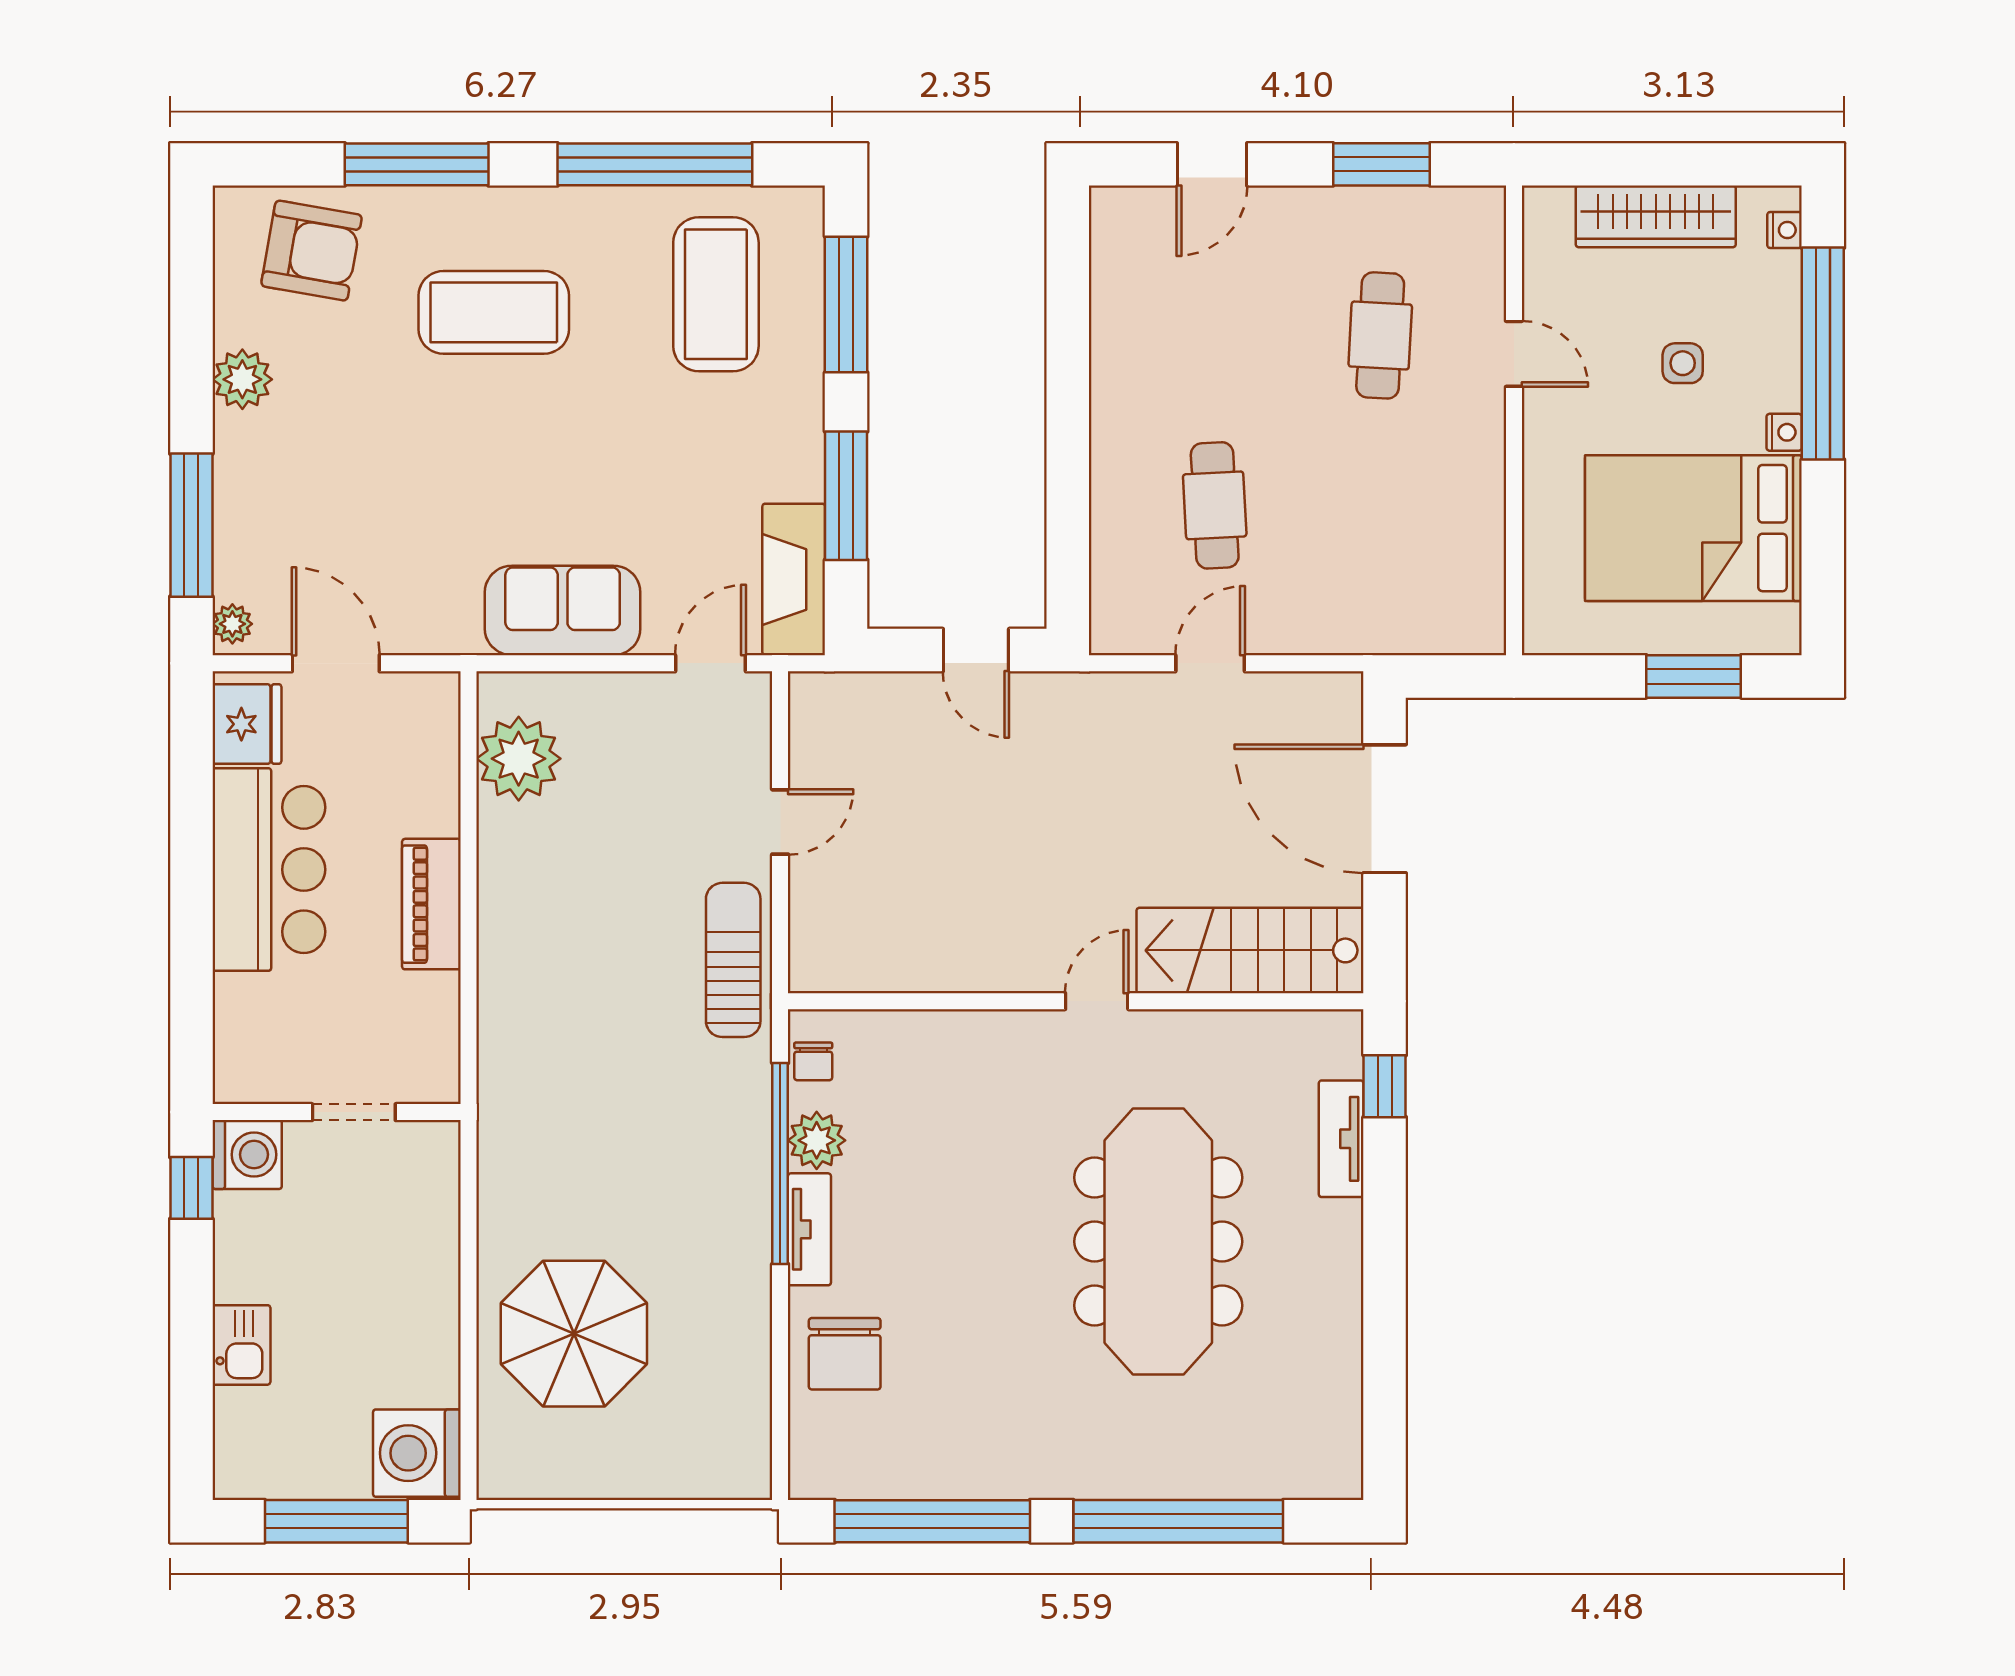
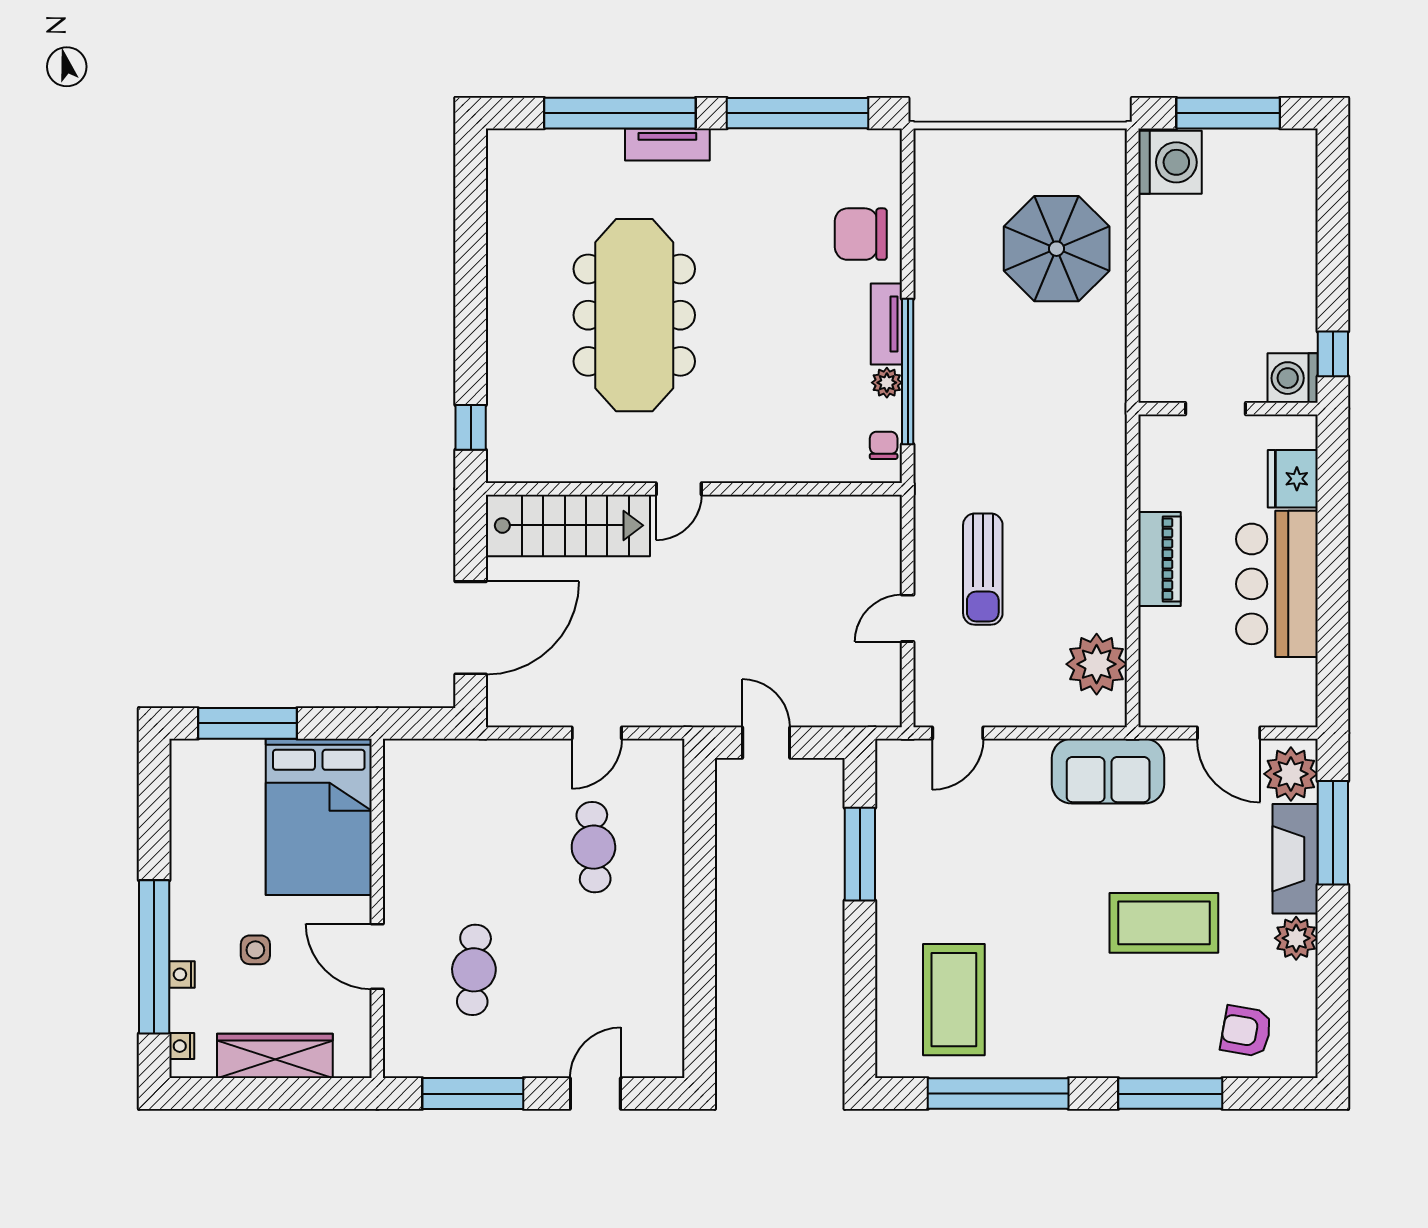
window: (1382, 164) -> (473, 1094), width x1.44
armchair: (312, 251) -> (1246, 1031), width x0.72, depth x0.72
window: (846, 304) -> (860, 992), removed
coffee table: (494, 312) -> (1164, 923), moved
door: (1514, 354) -> (377, 957), width x1.38
nightstand: (1784, 432) -> (182, 974), moved
bed: (1693, 528) -> (319, 817), moved, turned 90
fireplace: (794, 579) -> (1295, 859), moved, turned 180
sofa: (563, 610) -> (1108, 771), moved
plant: (232, 624) -> (1291, 774), width x1.87, depth x1.87
window: (1694, 676) -> (247, 723), width x1.44
fridge: (247, 724) -> (1293, 479), moved
door: (1385, 809) -> (471, 628), hinge flipped
sun lounger: (733, 960) -> (983, 569), moved
tv unit: (1341, 1139) -> (667, 144), moved, turned 90
plant: (817, 1140) -> (887, 383), width x0.73, depth x0.73
kitchen sink: (241, 1345) -> (1297, 240), removed
chair: (845, 1354) -> (861, 234), turned -90

